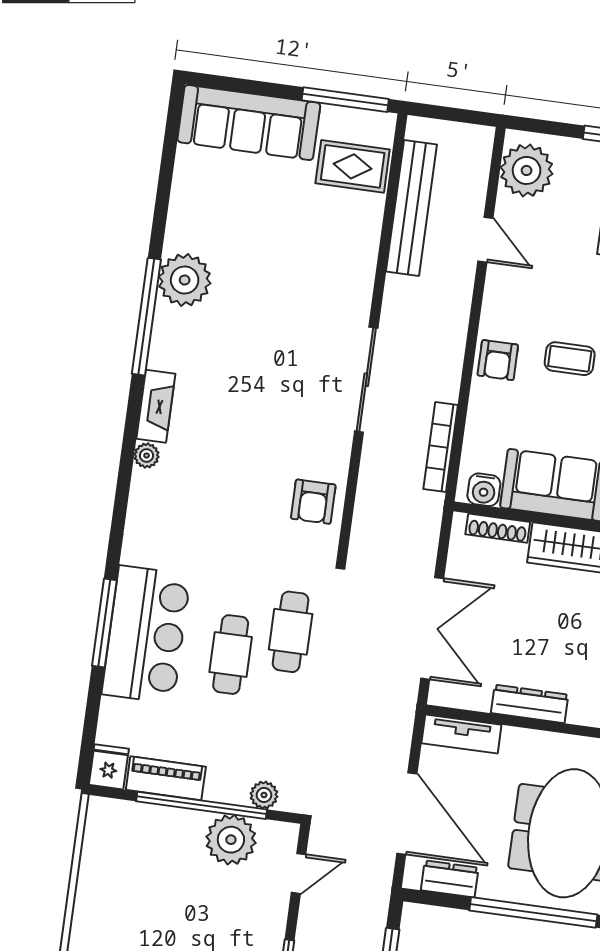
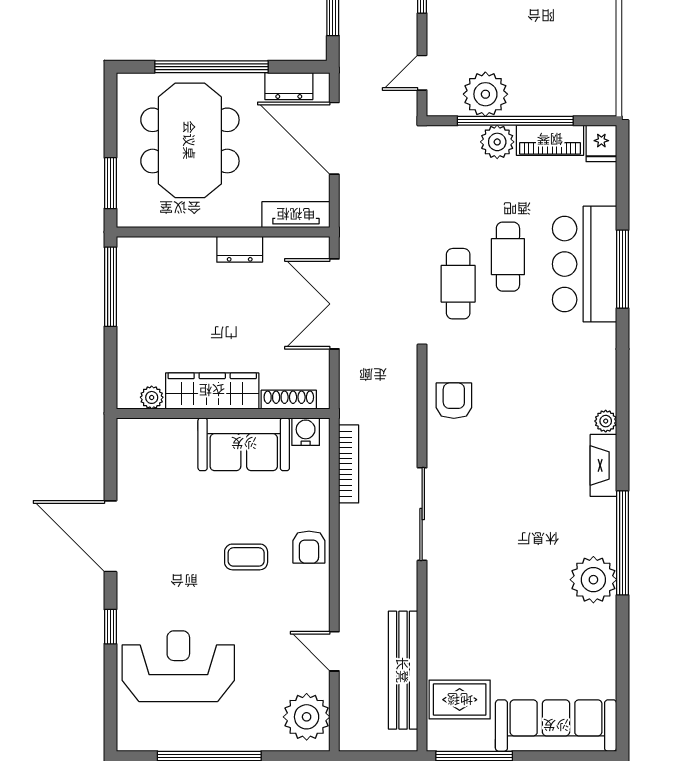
armchair: (498, 360) -> (309, 547), turned 180
dresser: (530, 704) -> (240, 249), width x0.70
plant: (264, 795) -> (497, 142), moved, width x1.38, depth x1.38

